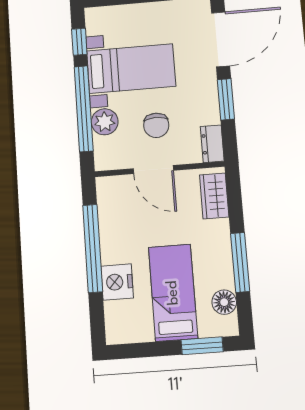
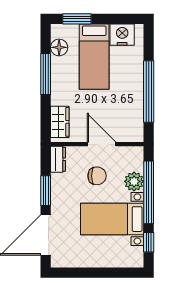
chair: (156, 125) -> (97, 176), turned 90
nightstand: (117, 282) -> (122, 35), moved, turned -90

